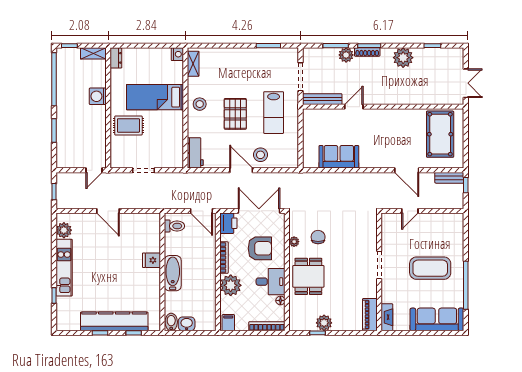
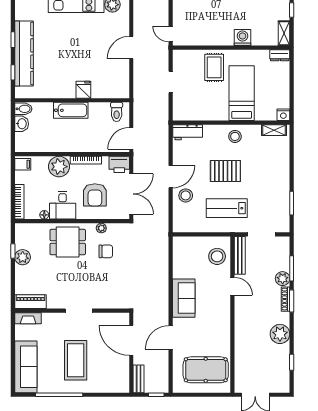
stool: (323, 122) -> (217, 256), added
sofa: (339, 157) -> (184, 298), moved
bench: (449, 178) -> (139, 379), moved
door: (410, 211) -> (131, 340), width x1.87

